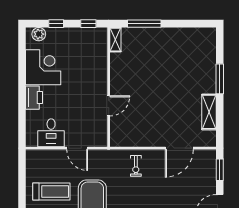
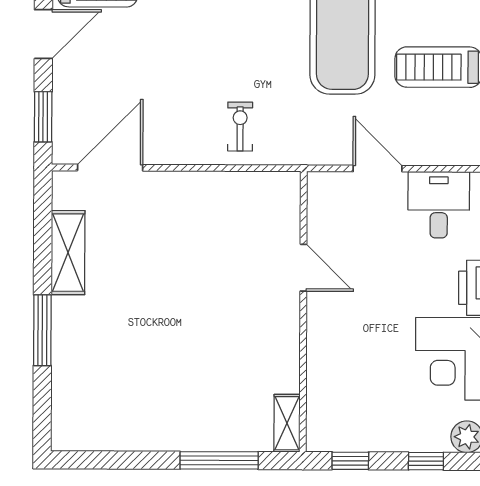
door: (109, 106) -> (303, 268), swing flipped
door: (179, 148) -> (110, 168), moved

